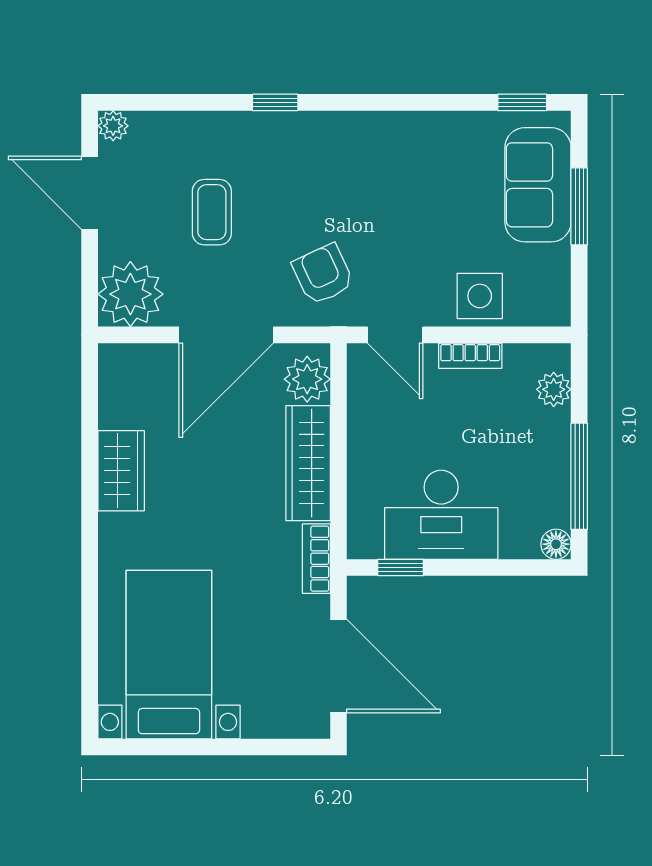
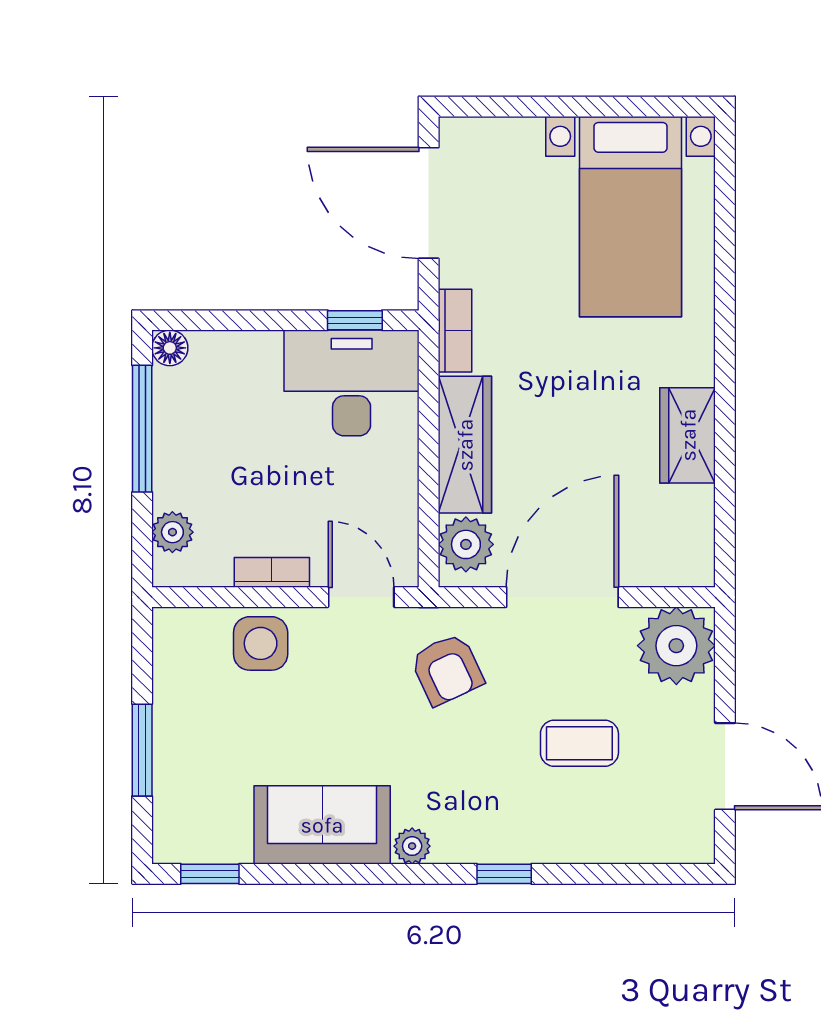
plant: (113, 126) -> (412, 846), moved
sofa: (538, 185) -> (322, 825), moved, turned -90
coffee table: (212, 212) -> (579, 743), turned 90
desk: (441, 515) -> (352, 383), moved

